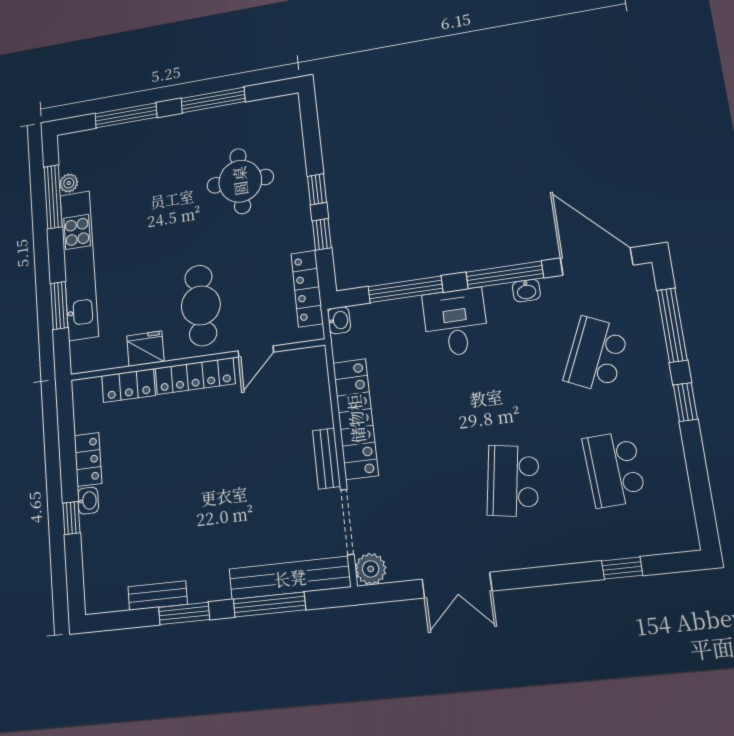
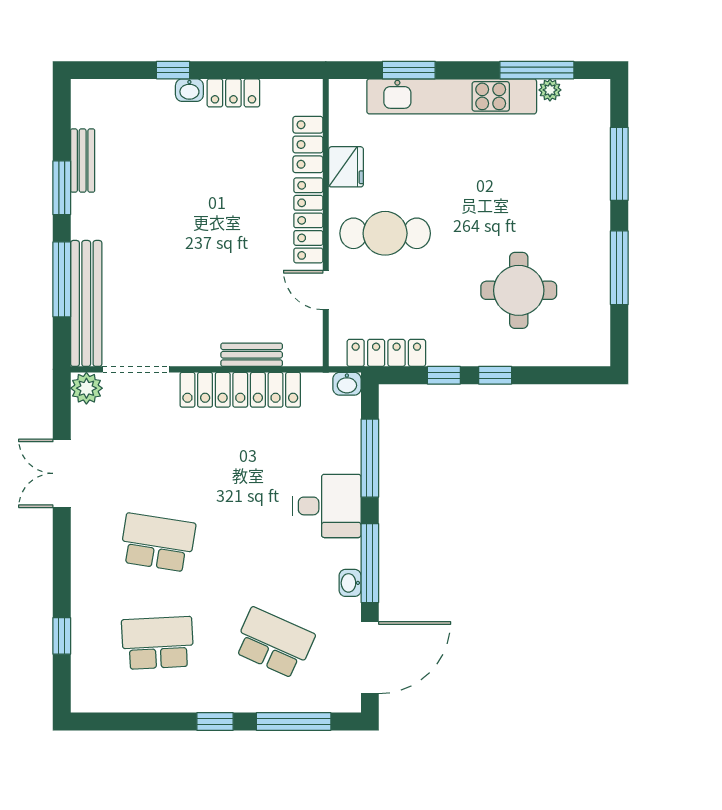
bench: (327, 458) -> (252, 355), moved

